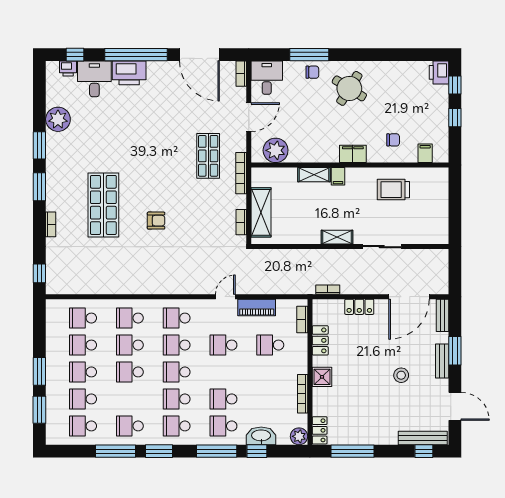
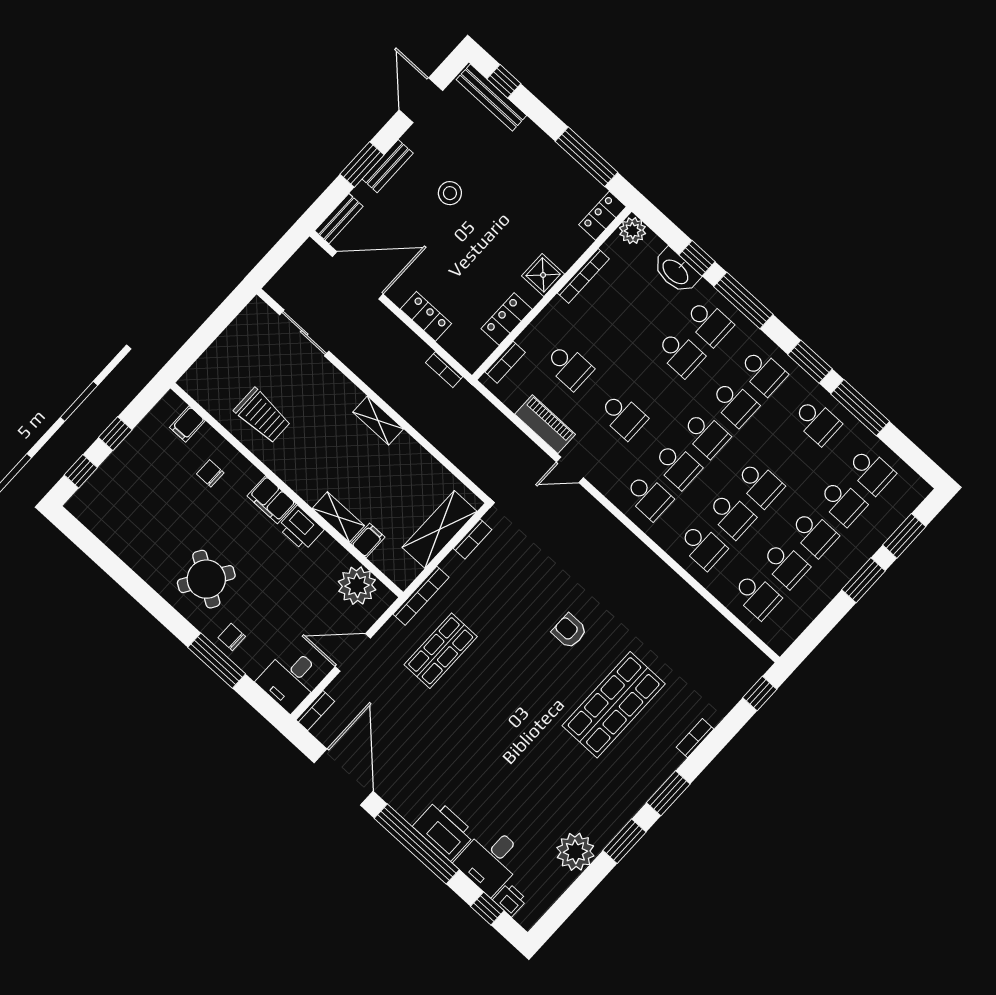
printer: (439, 72) -> (301, 528), moved, turned 90
filing cabinet: (338, 176) -> (368, 540), moved
sliding door: (382, 247) -> (304, 333), moved

